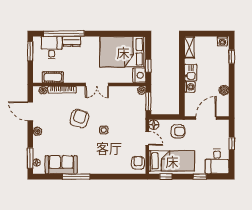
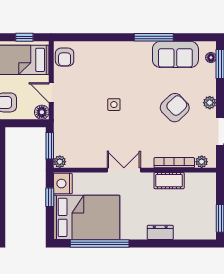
window: (64, 34) -> (100, 244), moved
desk: (52, 47) -> (189, 224), removed
cot: (53, 77) -> (169, 181), moved
armchair: (79, 119) -> (175, 108), moved, turned -150

